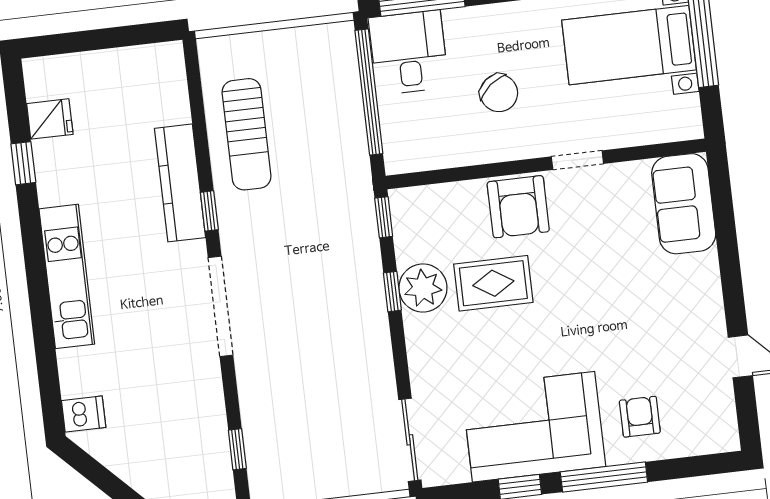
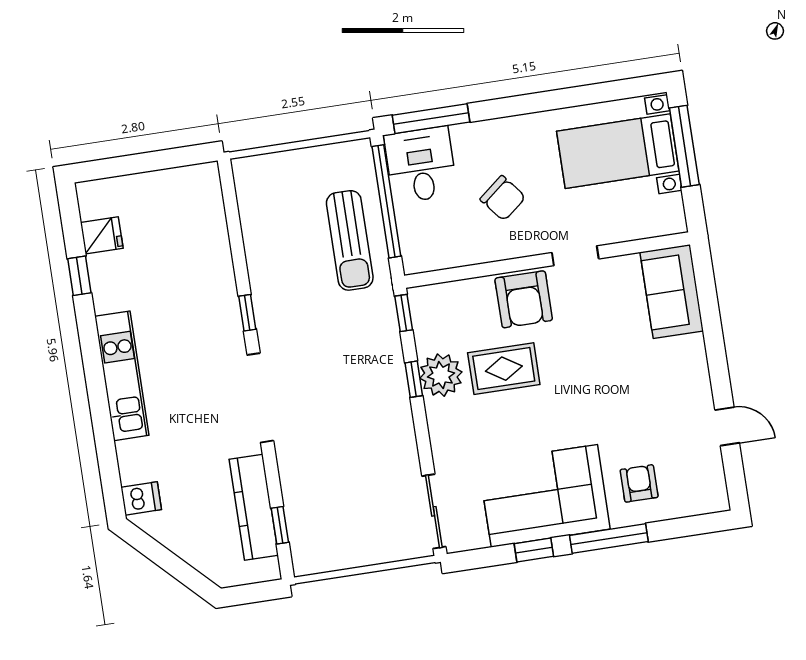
sun lounger: (247, 134) -> (350, 240), moved
kitchen counter: (180, 183) -> (254, 507), moved

